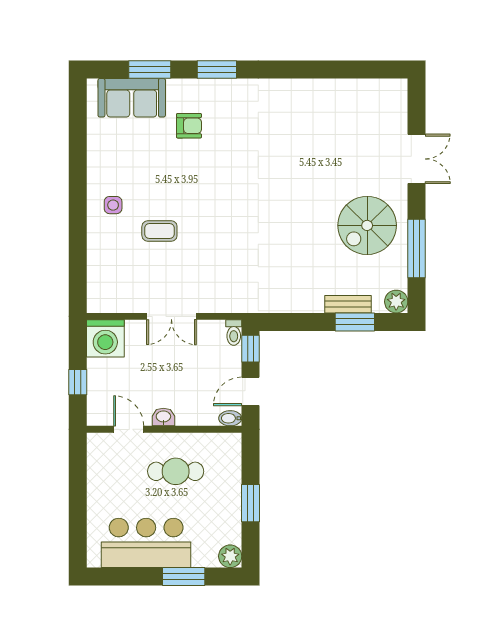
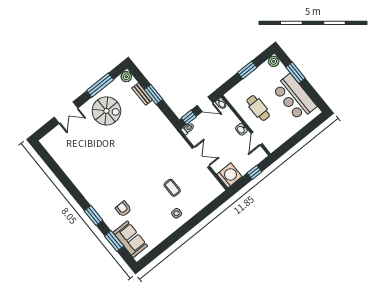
double door: (417, 159) -> (66, 113), swing flipped
window: (355, 322) -> (154, 94), moved

